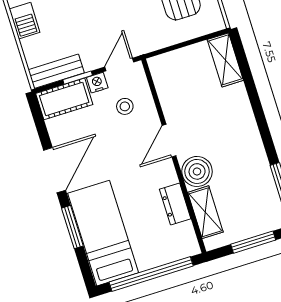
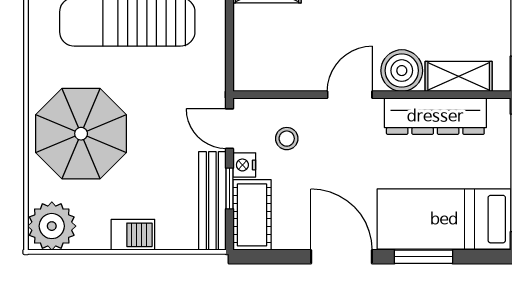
bench: (56, 71) -> (212, 201), width x1.36
door: (169, 141) -> (350, 95), swing flipped
dresser: (175, 204) -> (435, 116), width x1.96, depth x1.24

